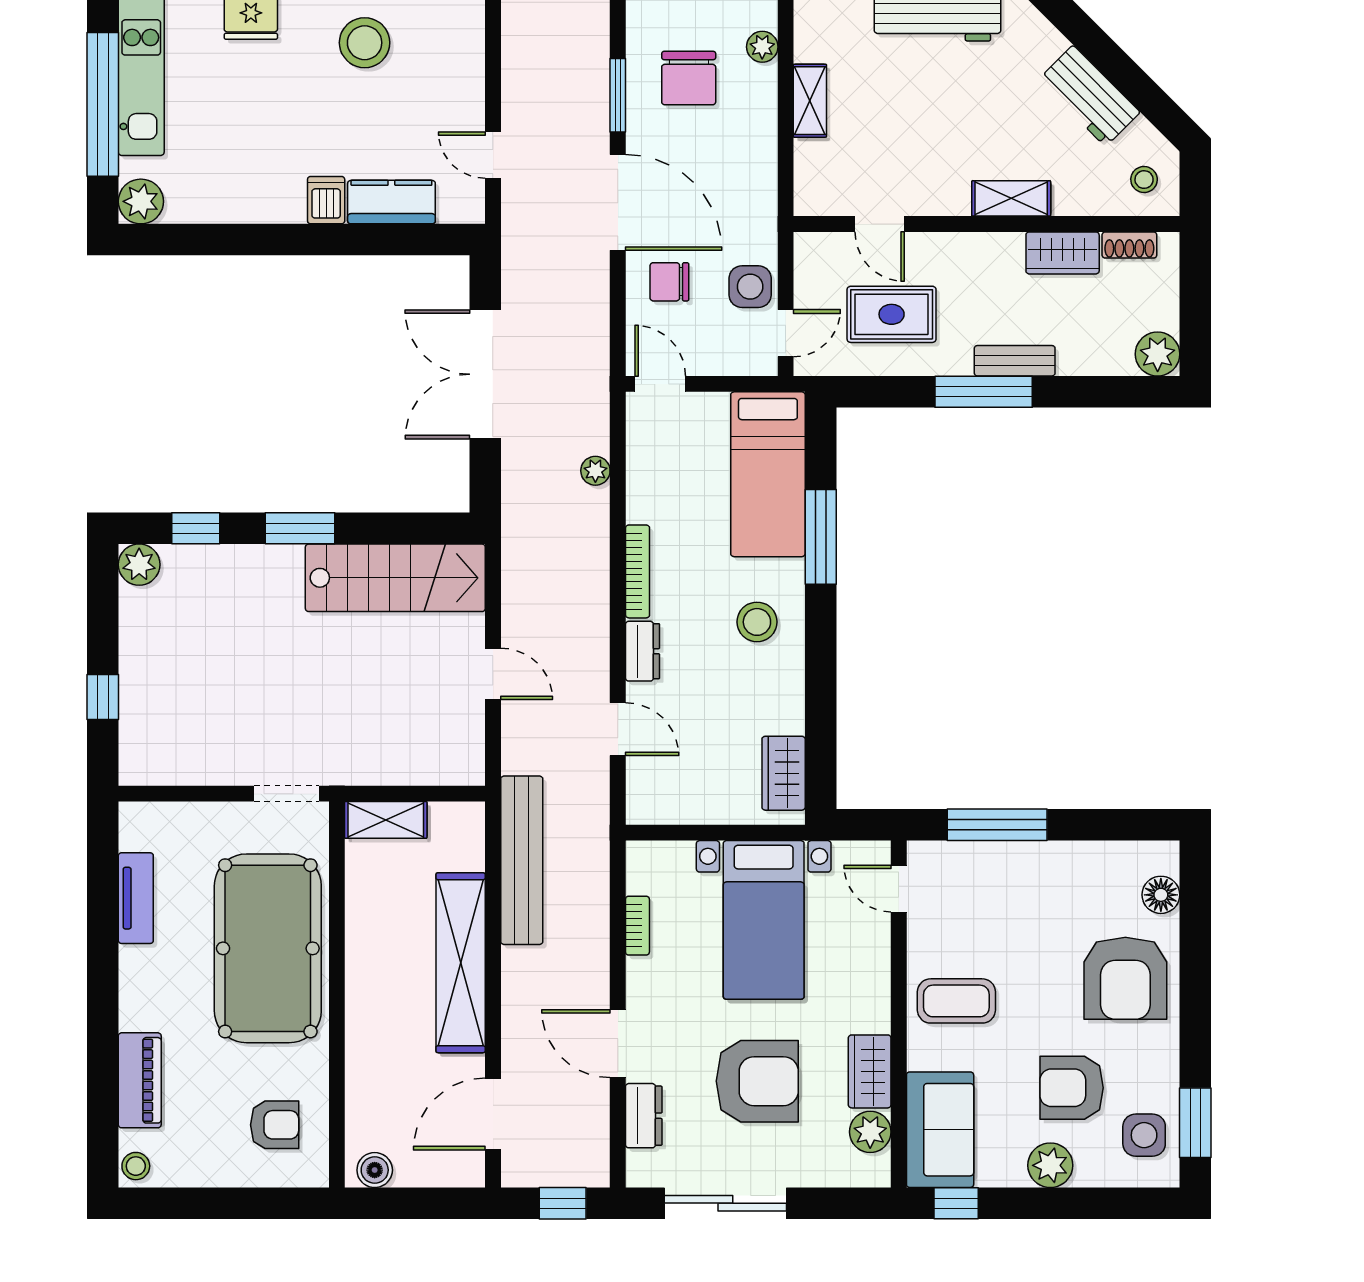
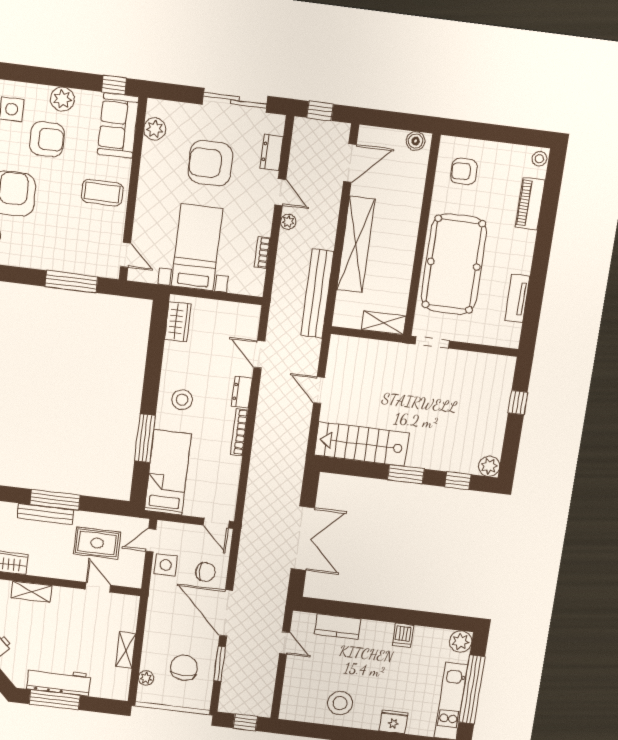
dishwasher: (326, 200) -> (403, 635), moved
bench: (1015, 361) -> (45, 514), width x1.36
plant: (595, 471) -> (288, 222), moved
door: (618, 1044) -> (280, 192), width x0.73
wardrobe: (870, 1071) -> (151, 161), removed

